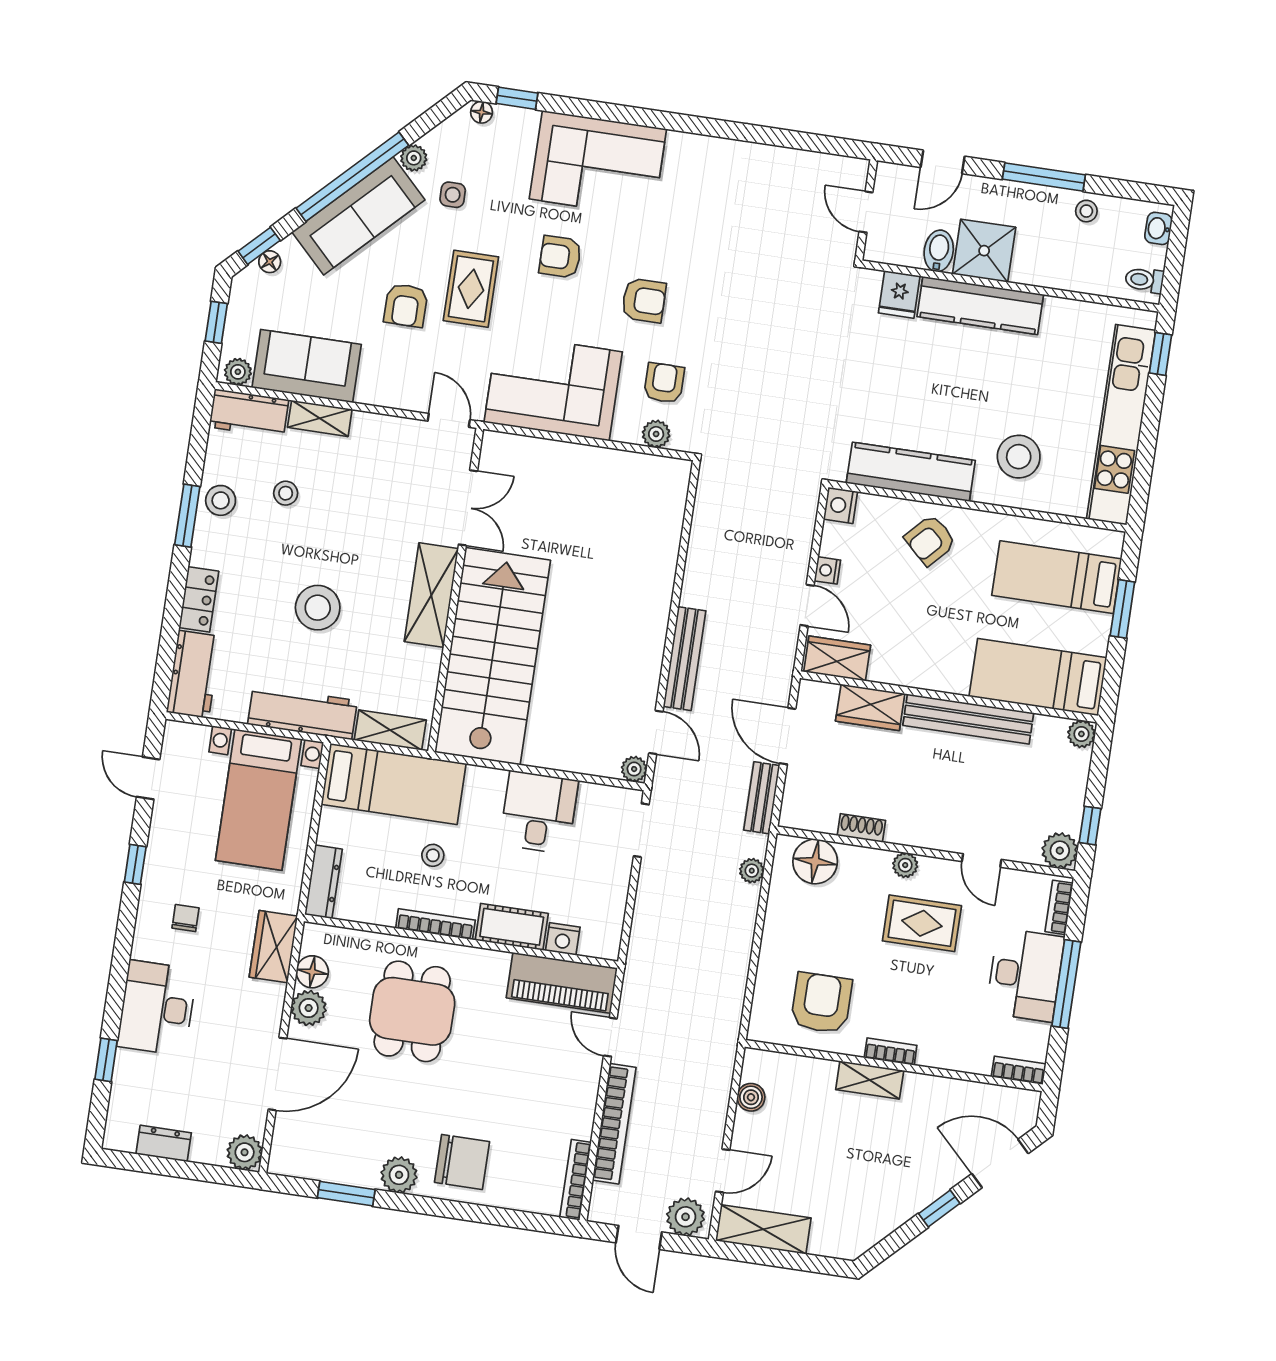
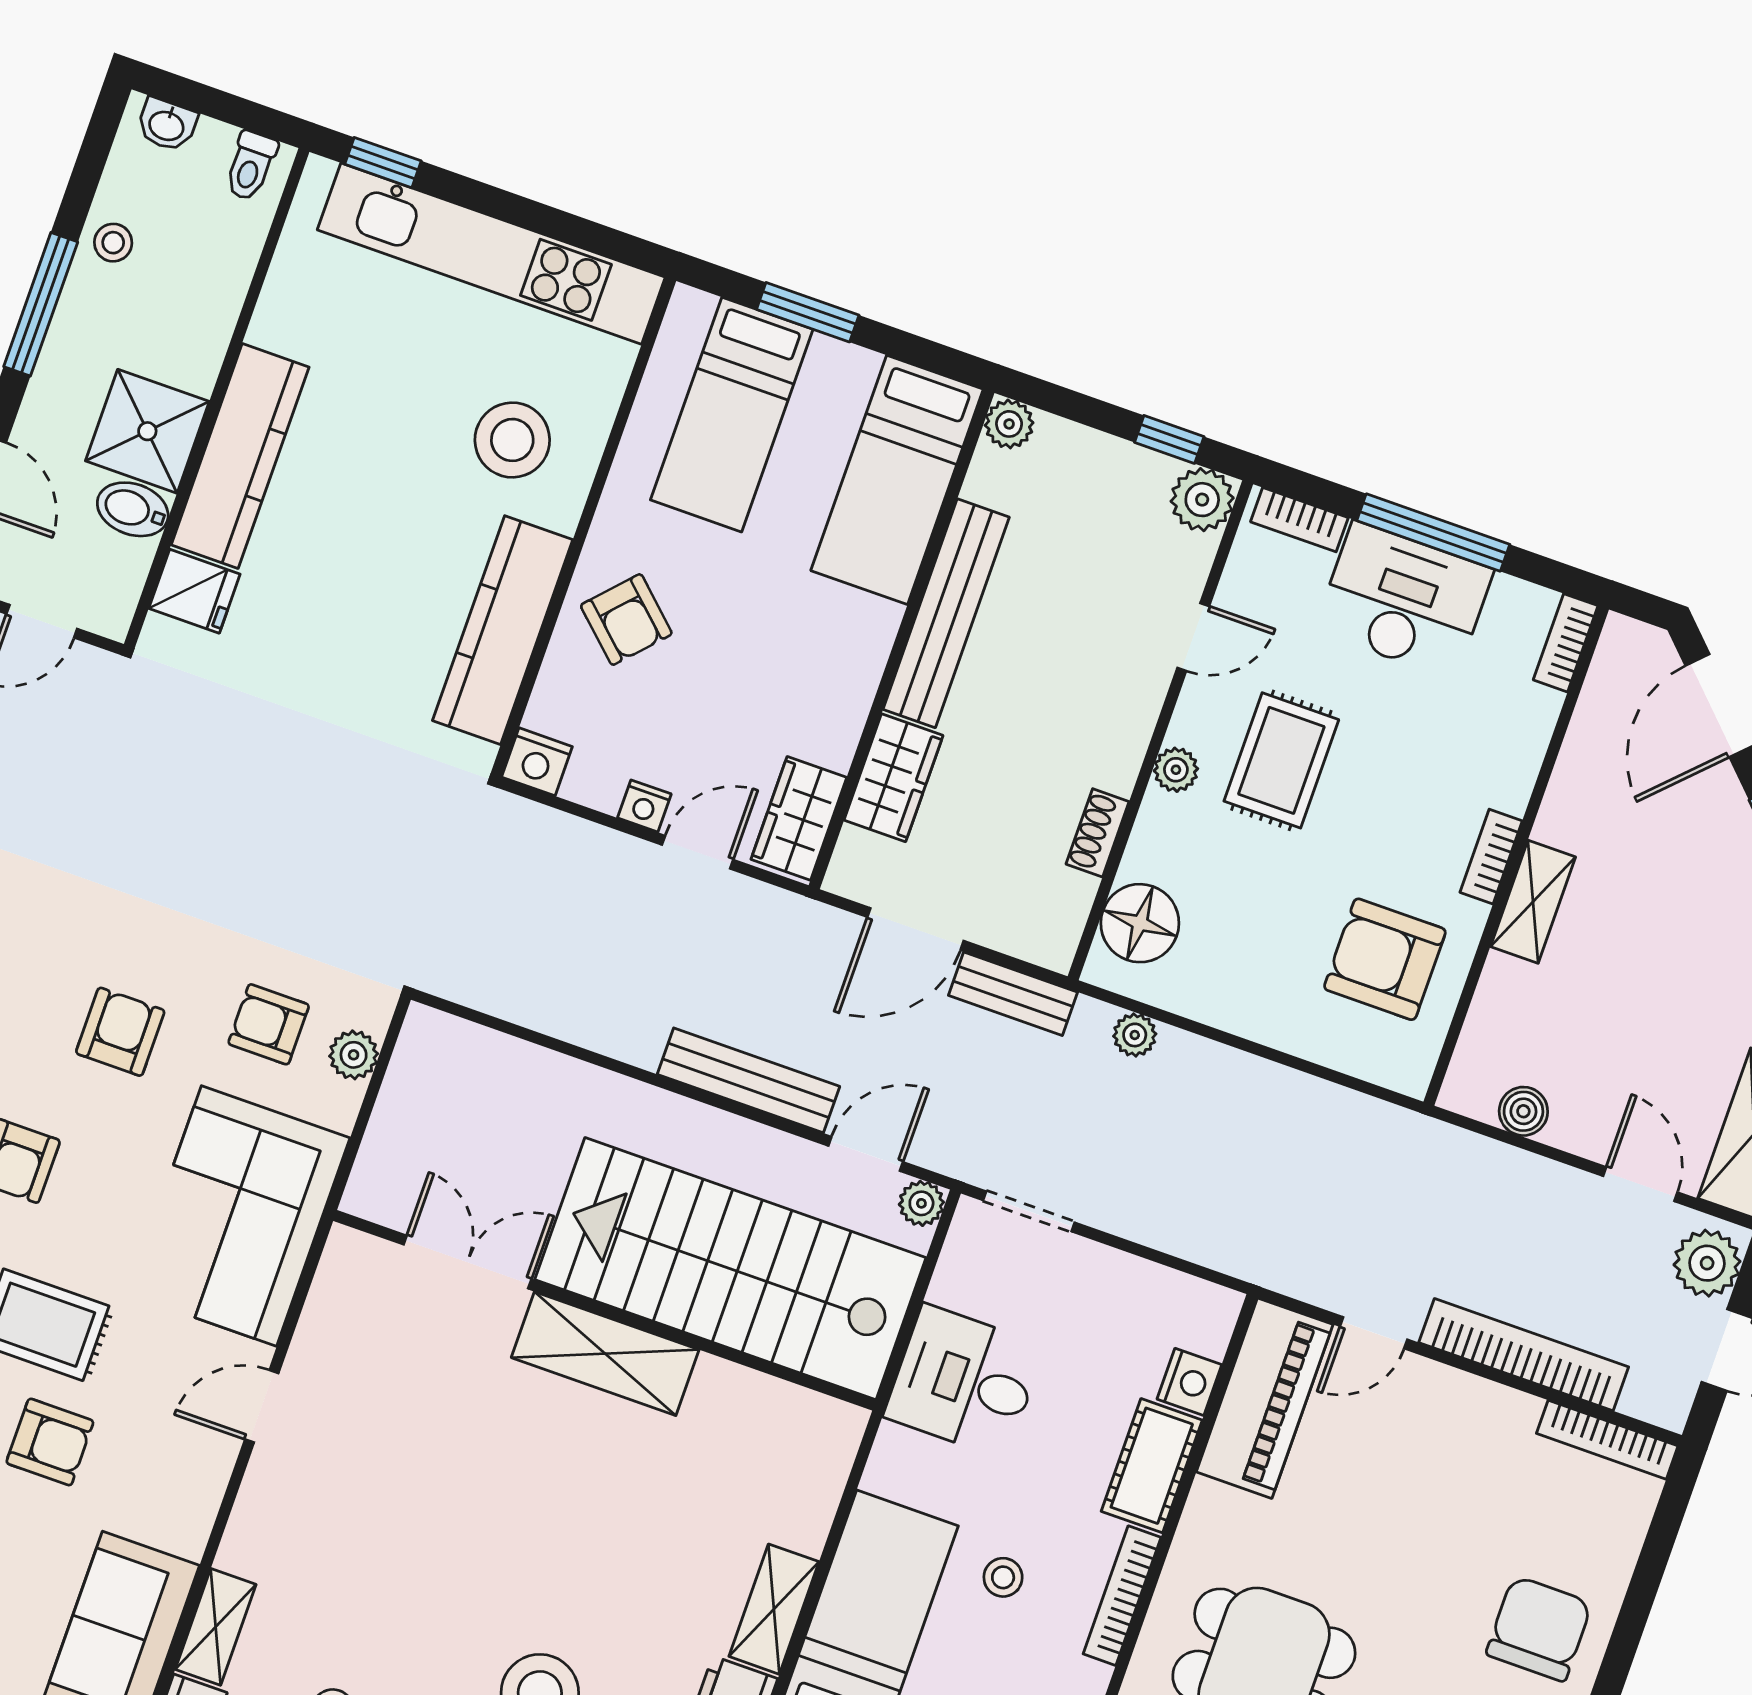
double door: (468, 508) -> (467, 1262), moved
wall: (456, 590) -> (605, 1310), moved
shelving: (431, 595) -> (605, 1354), moved
stairs: (493, 656) -> (730, 1269), moved

